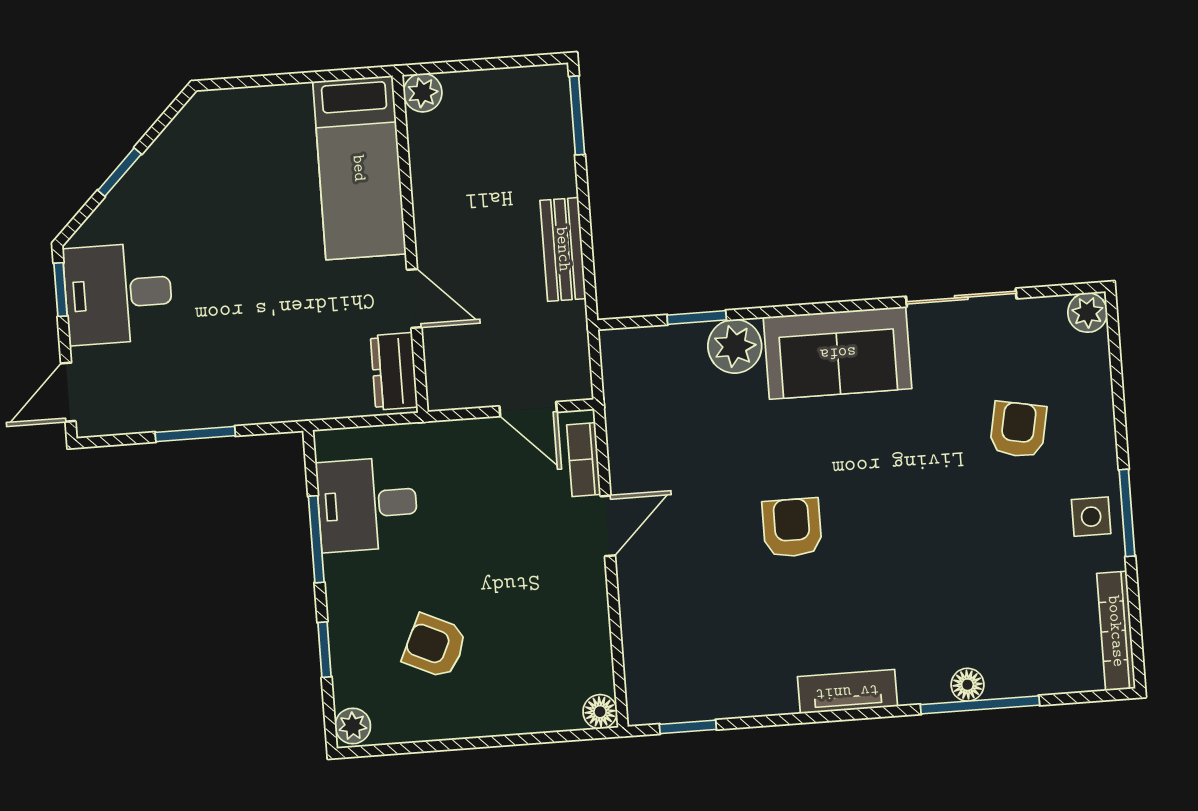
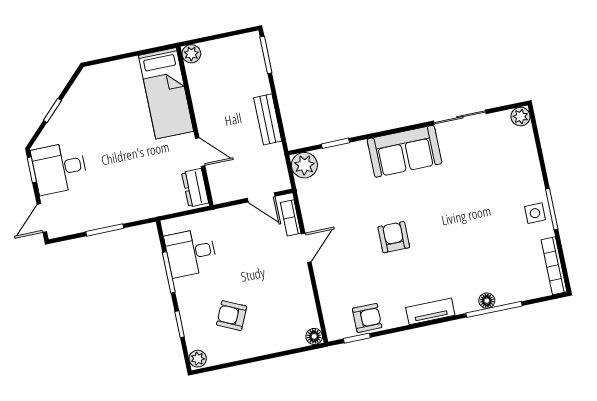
plant: (735, 346) -> (304, 165), moved
armchair: (1018, 430) -> (367, 318), moved, turned 79

